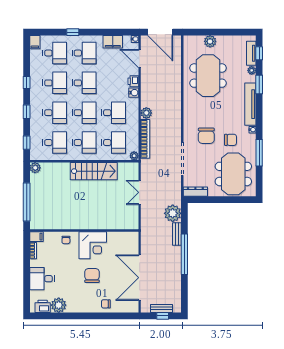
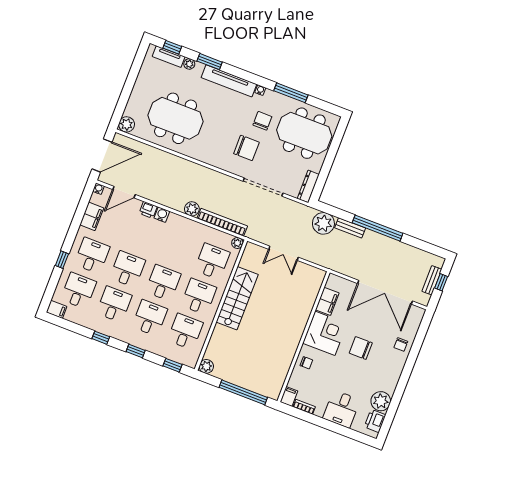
plant: (210, 41) -> (127, 124), moved
desk: (114, 113) -> (177, 248), removed
filing cabinet: (117, 238) -> (327, 301), added

